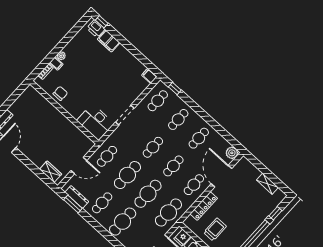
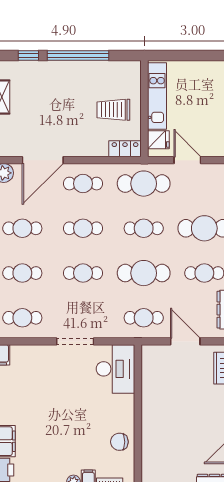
cafe table: (148, 194) -> (144, 228), width x0.73, depth x0.74
locker: (204, 206) -> (125, 149), moved, width x0.66

